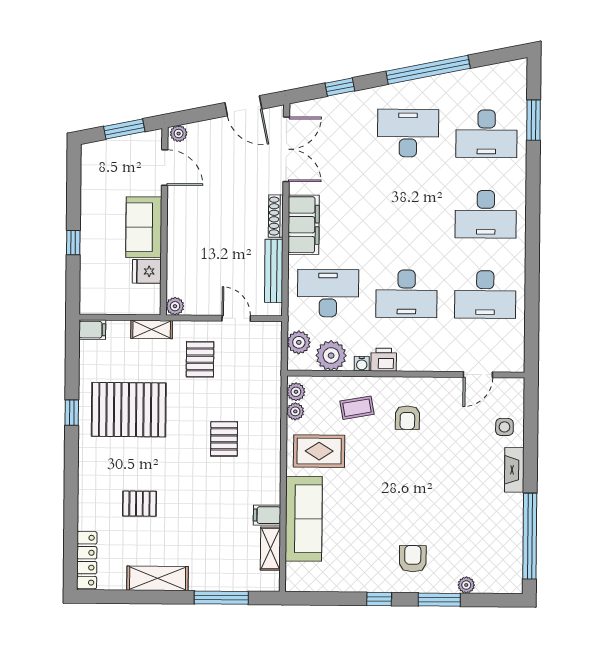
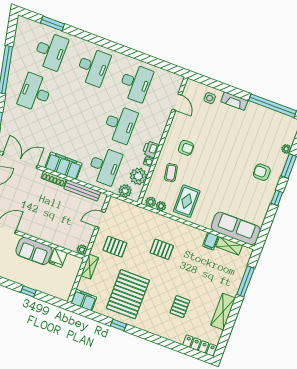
desk: (328, 293) -> (105, 166), turned 180
filing cabinet: (92, 330) -> (84, 300), width x2.00
sofa: (304, 519) -> (236, 228), moved

